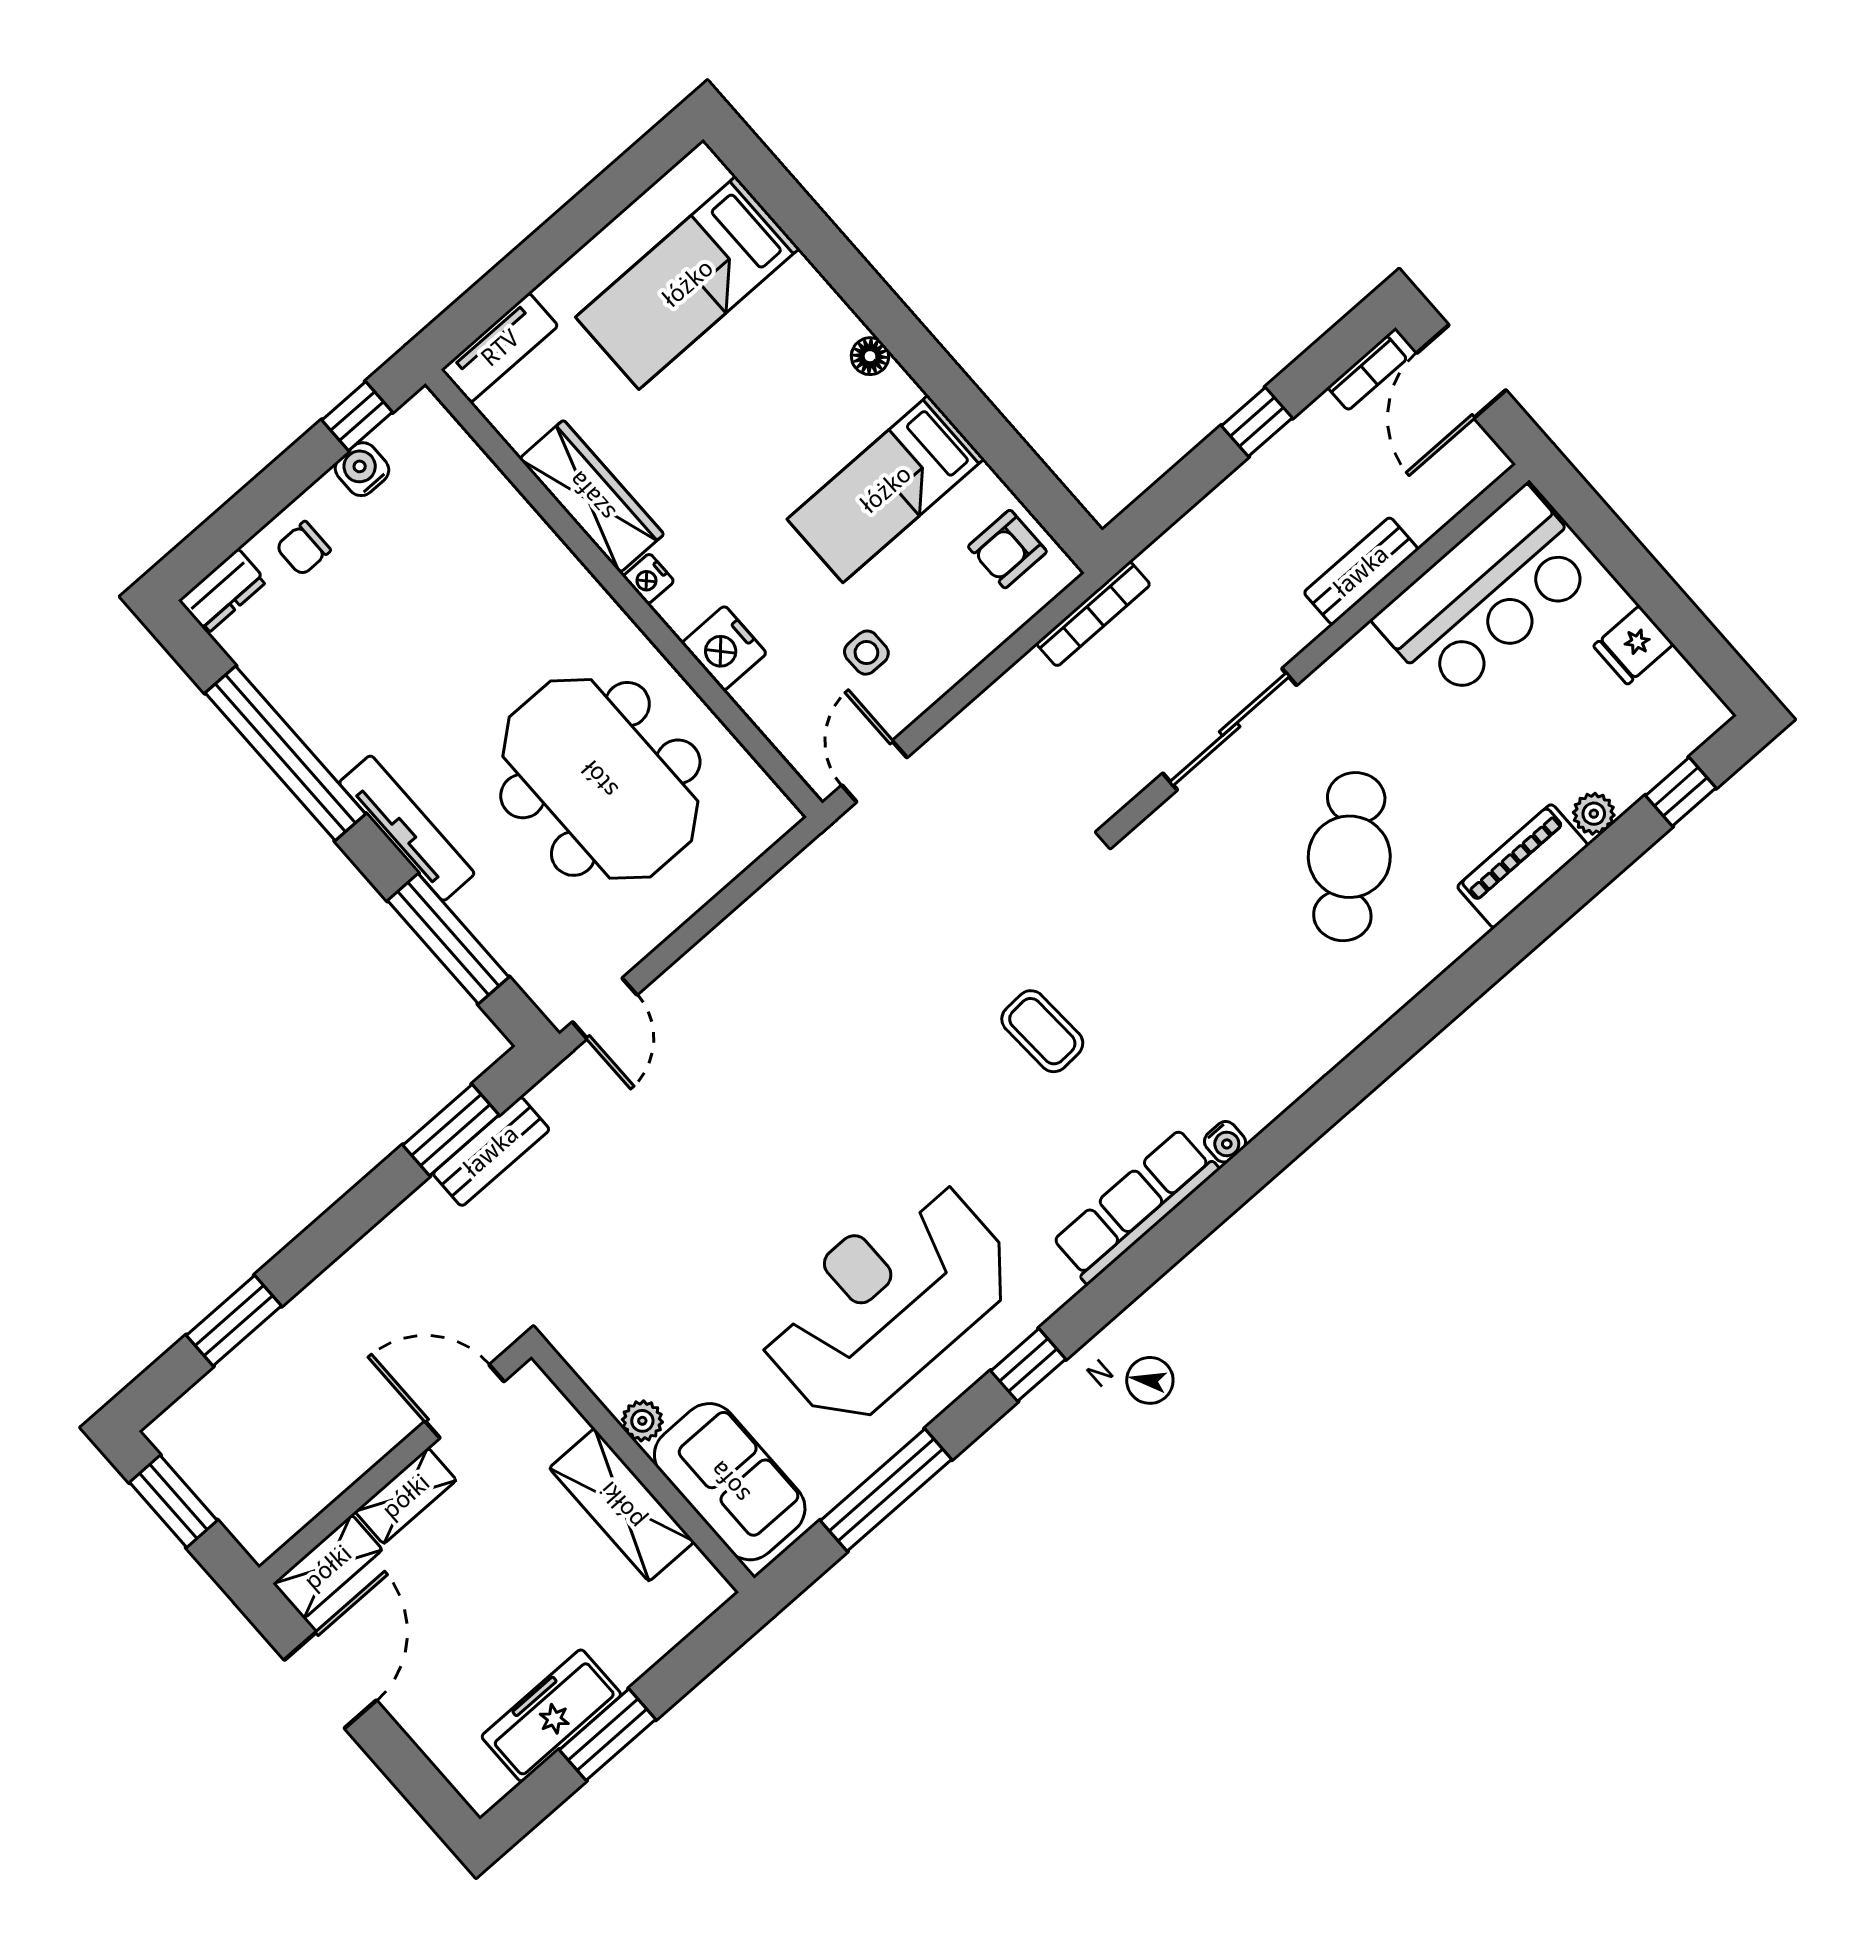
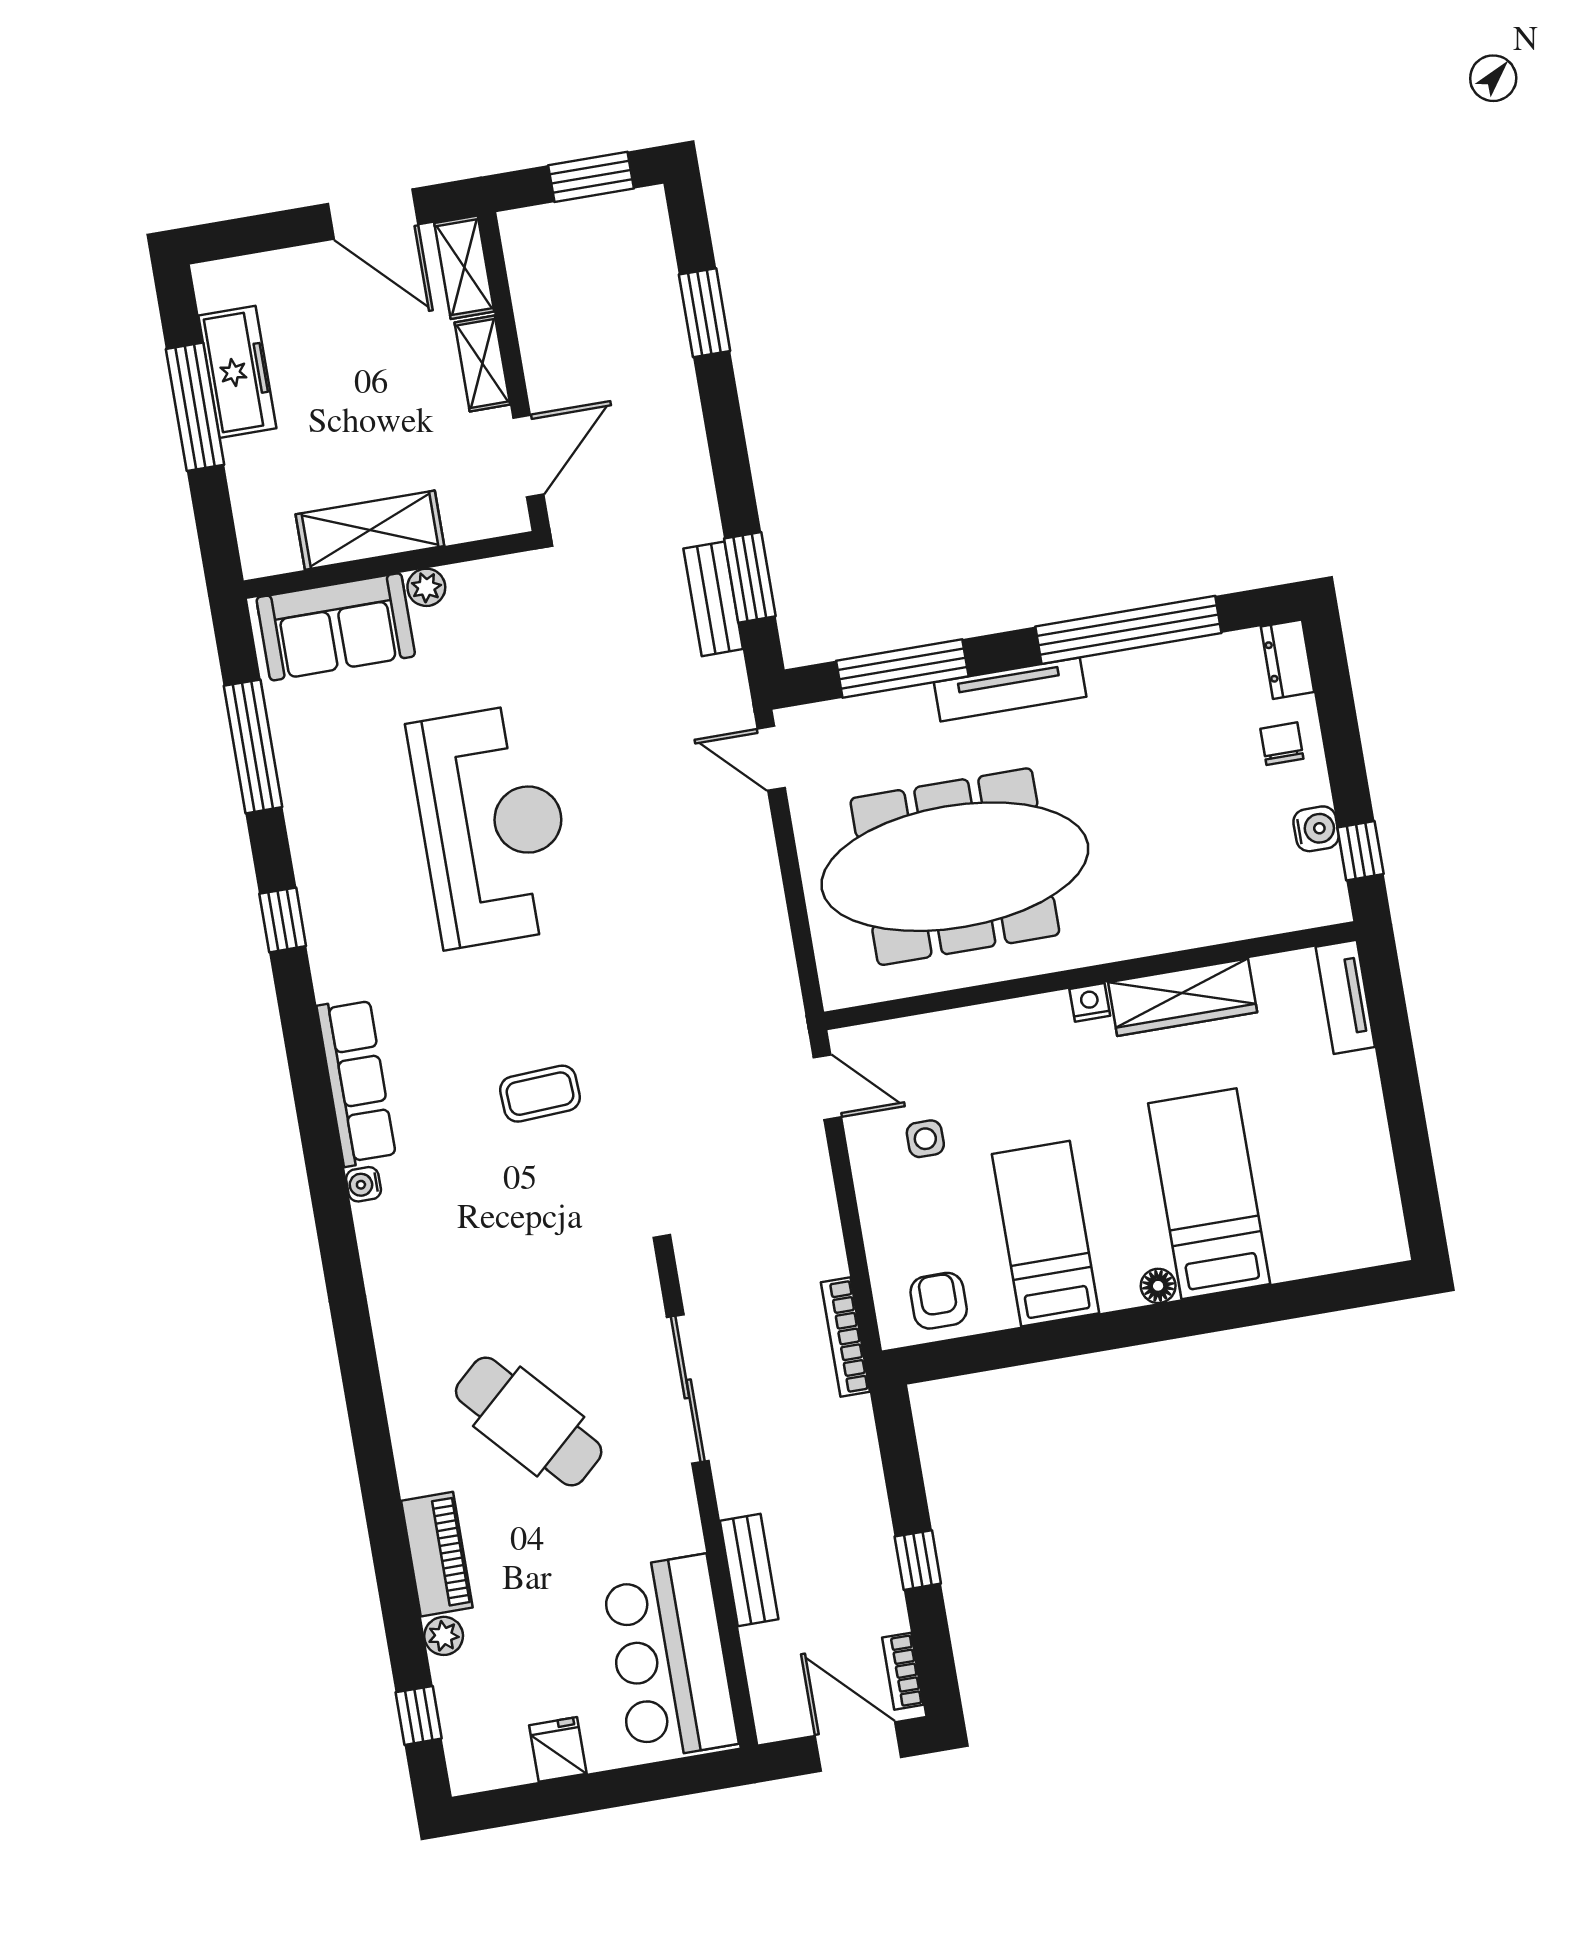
bed: (688, 283) -> (1209, 1194), moved
nightstand: (724, 648) -> (998, 1028), removed
meeting table: (600, 779) -> (955, 867), width x1.36
reception desk: (886, 1302) -> (492, 826), moved
window: (607, 1735) -> (195, 407), width x1.44

